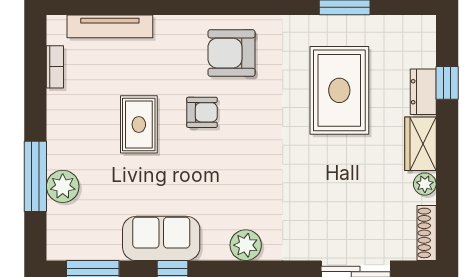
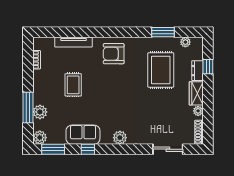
tv unit: (110, 26) -> (74, 42), moved
plant: (396, 26) -> (185, 42), added
armchair: (202, 112) -> (101, 80), removed
plant: (62, 245) -> (40, 138), added

